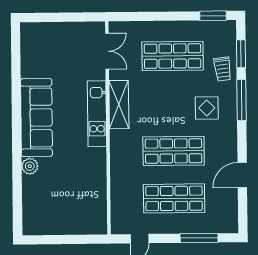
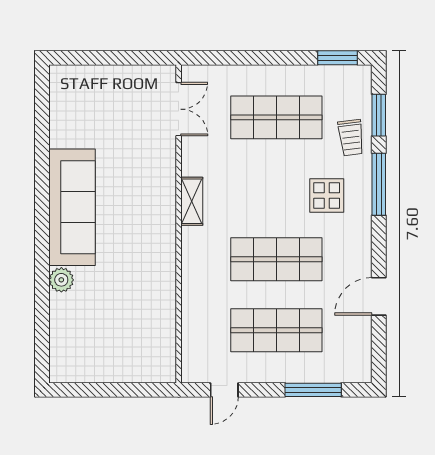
shelving: (119, 105) -> (192, 201), width x0.67, depth x0.75
kitchen unit: (97, 114) -> (162, 202), removed

